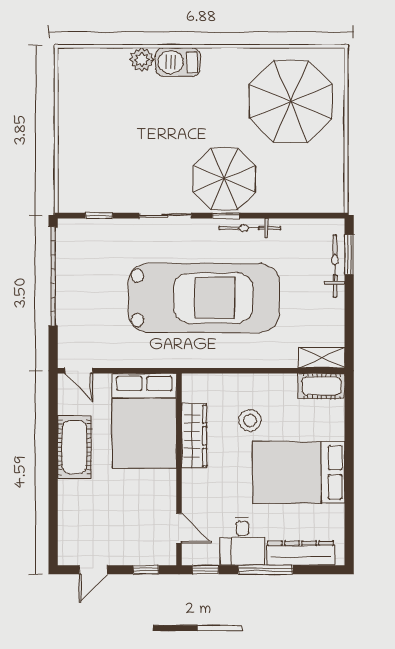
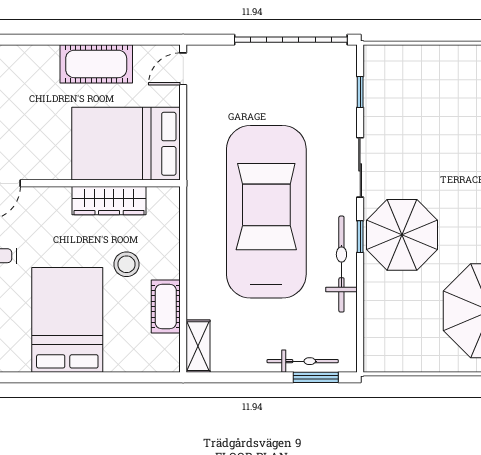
bicycle: (250, 228) -> (341, 264), width x1.37, depth x1.40
car: (204, 298) -> (266, 212), turned 180
cot: (321, 386) -> (166, 307), moved

